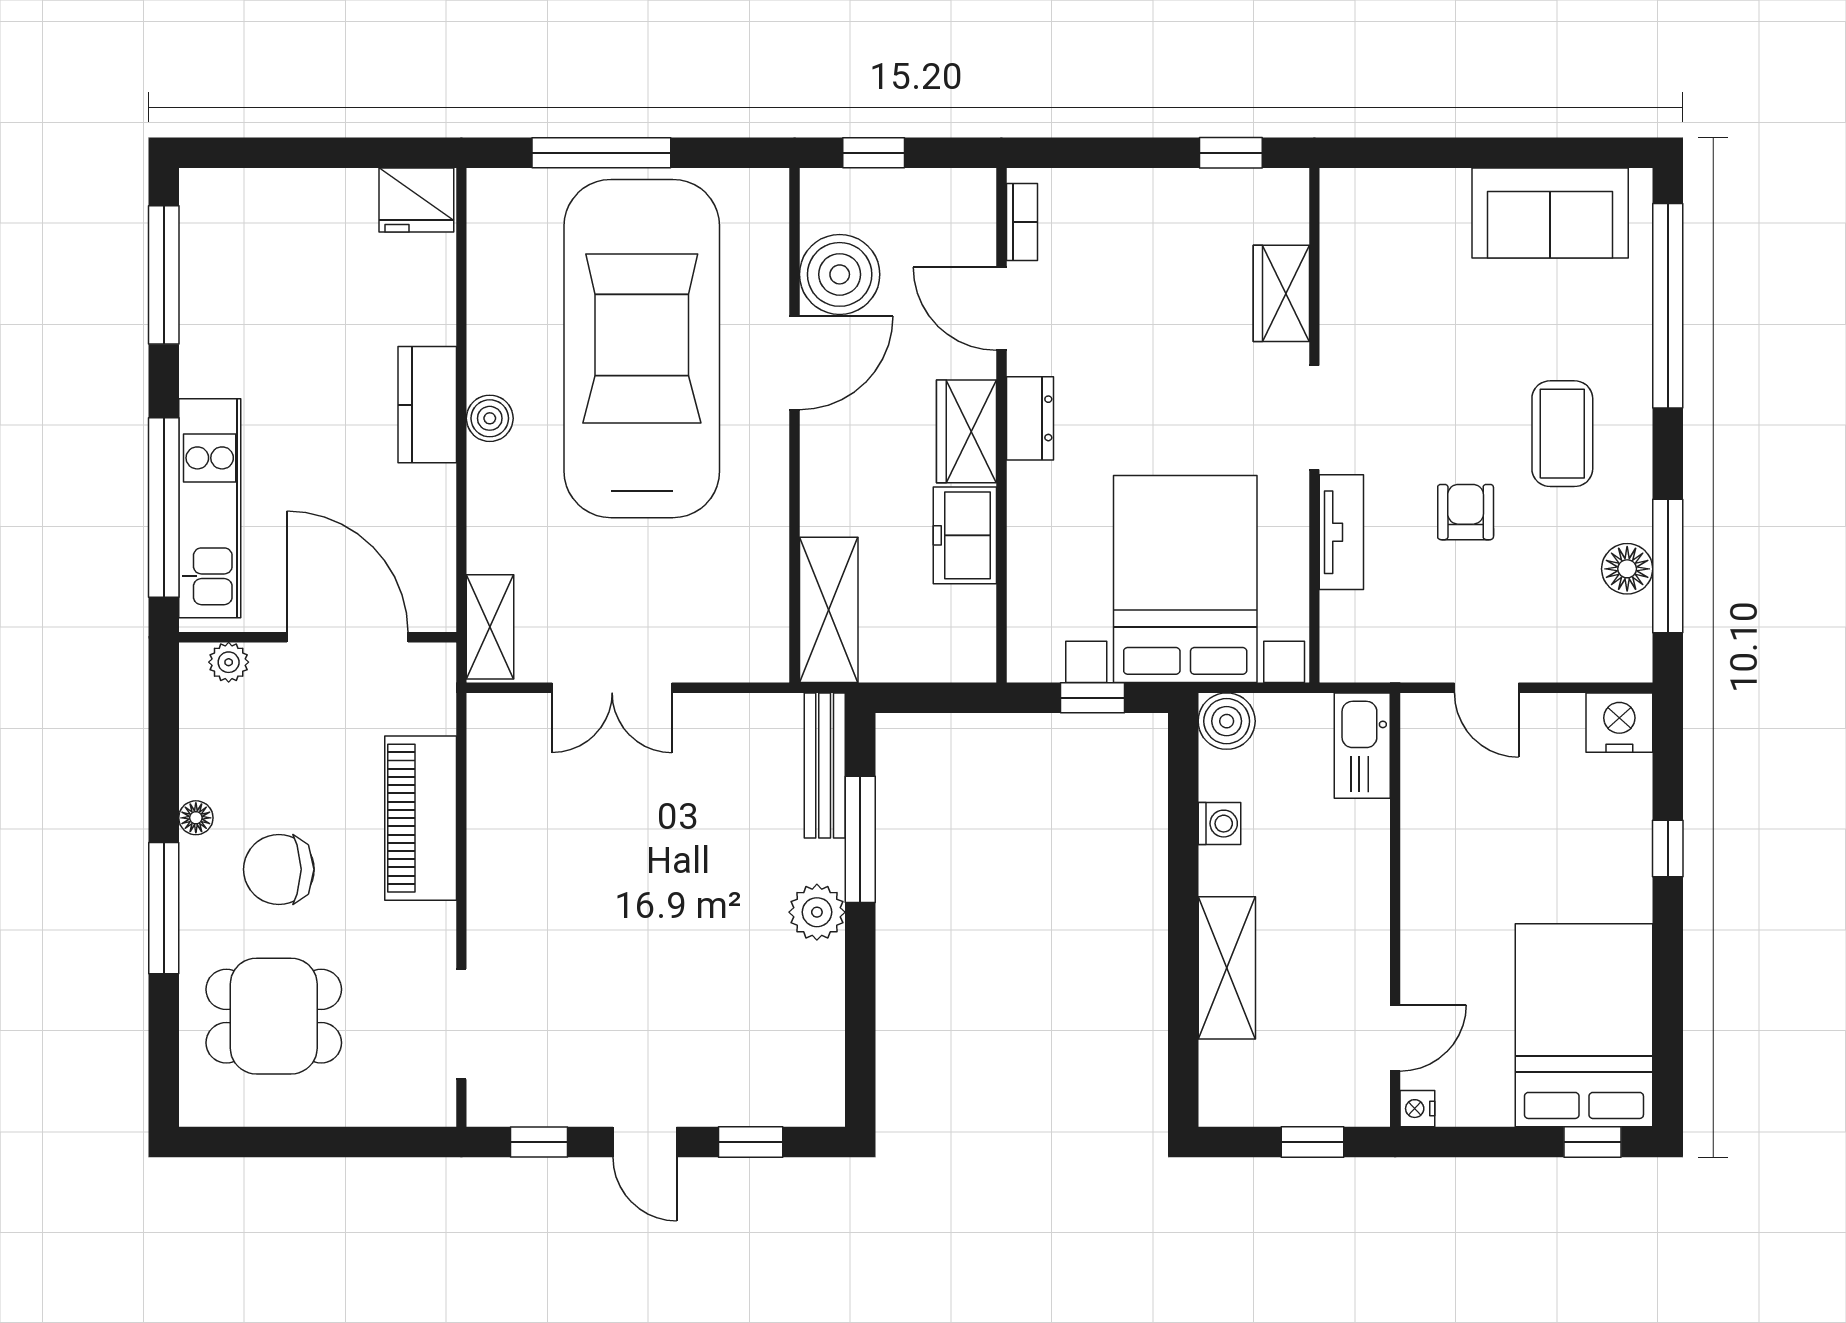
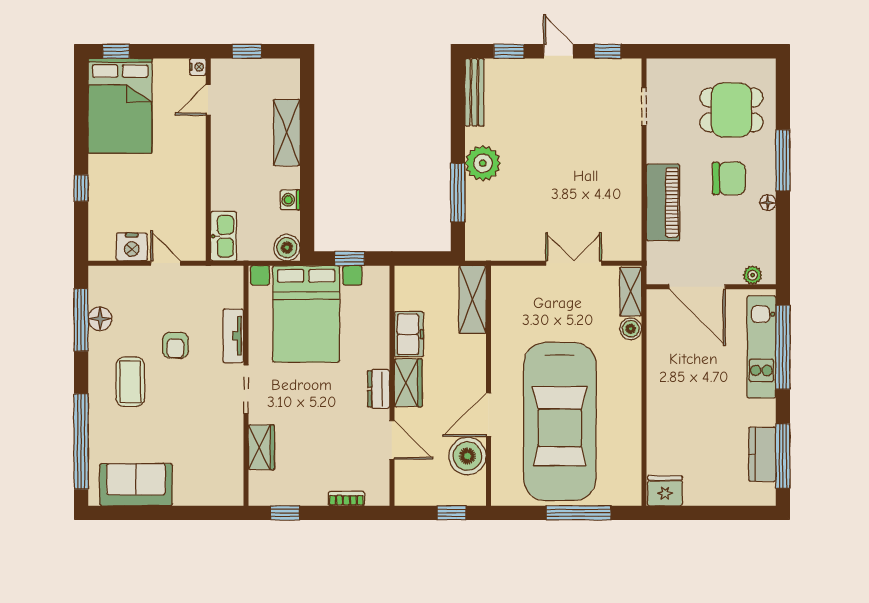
bookcase: (1022, 222) -> (346, 499), moved, turned 90
kitchen counter: (427, 405) -> (762, 454), moved, turned 180
boiler: (490, 418) -> (631, 329), moved
nightstand: (1619, 723) -> (132, 247), moved
bench: (825, 765) -> (474, 92), moved
plant: (817, 912) -> (483, 163), width x1.36, depth x1.36
doorway: (461, 1024) -> (644, 106), width x0.73

